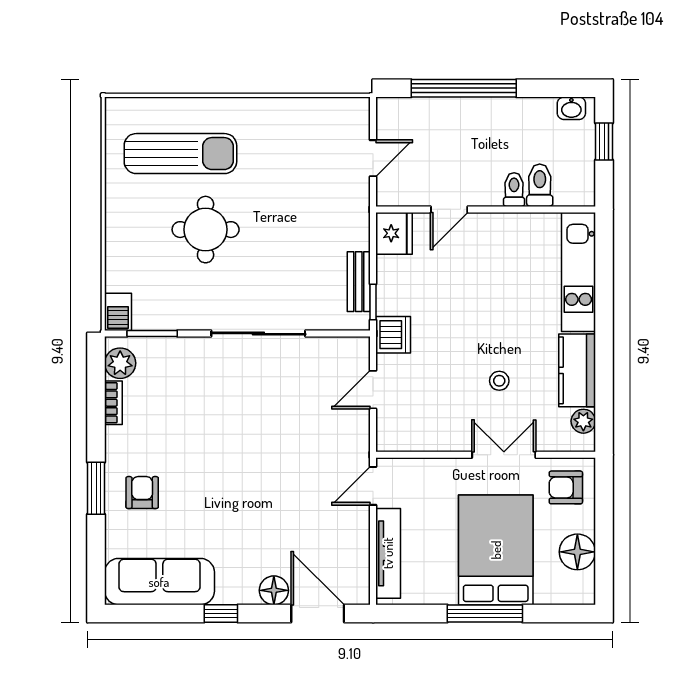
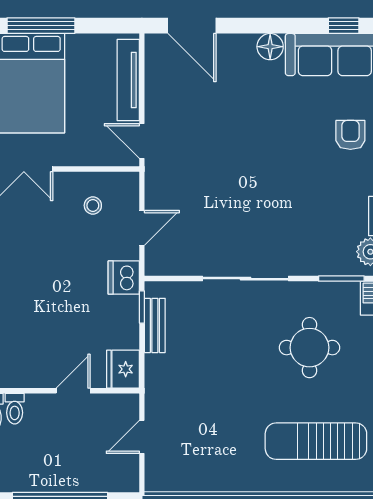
round table: (206, 230) -> (309, 348), moved
stool: (499, 381) -> (93, 205), moved
door: (373, 486) -> (142, 141), swing flipped
armchair: (142, 493) -> (350, 135), turned 180
floor lamp: (274, 590) -> (270, 47), moved
window: (221, 614) -> (344, 26), moved

